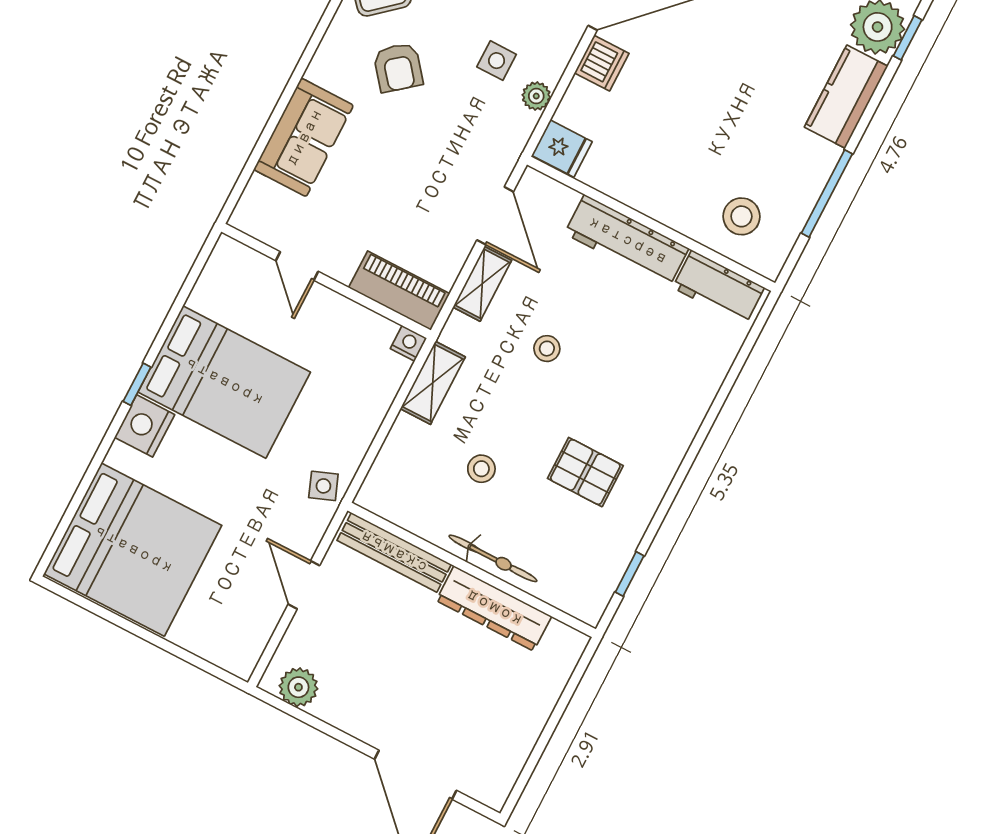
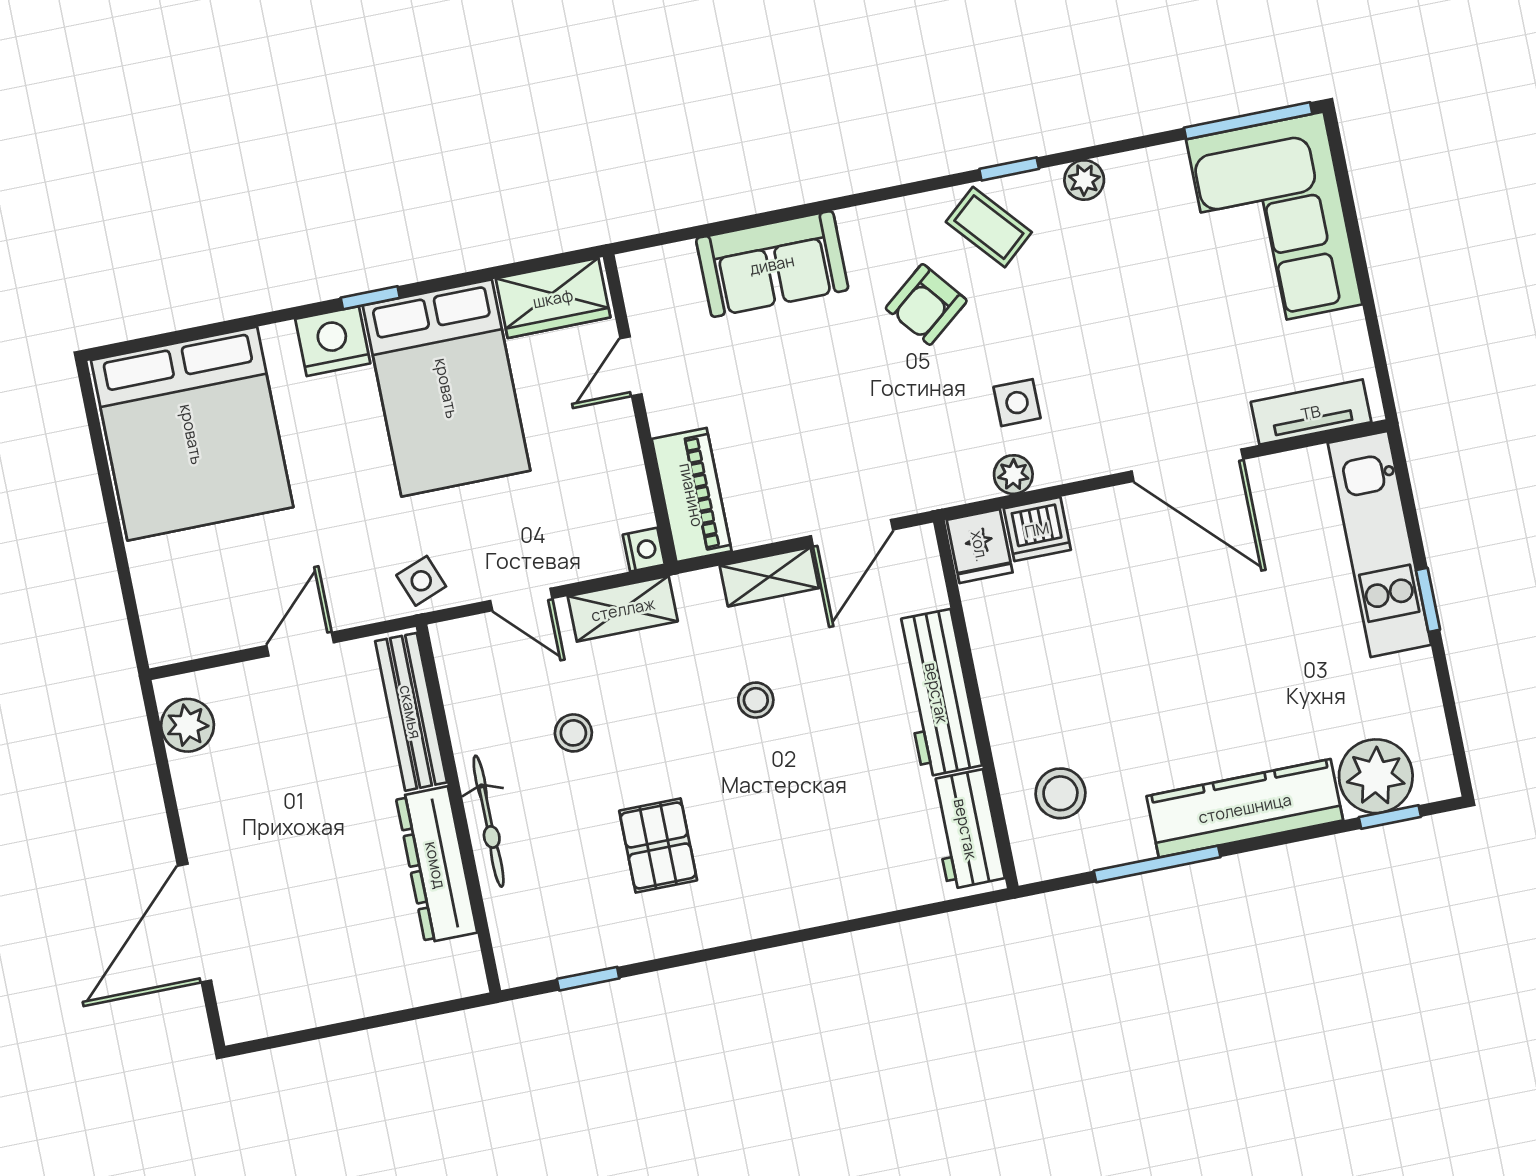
dishwasher: (602, 63) -> (1037, 529), moved
kitchen counter: (846, 97) -> (1245, 808), width x1.50
wardrobe: (222, 279) -> (553, 298), added
door: (381, 437) -> (521, 600), added

